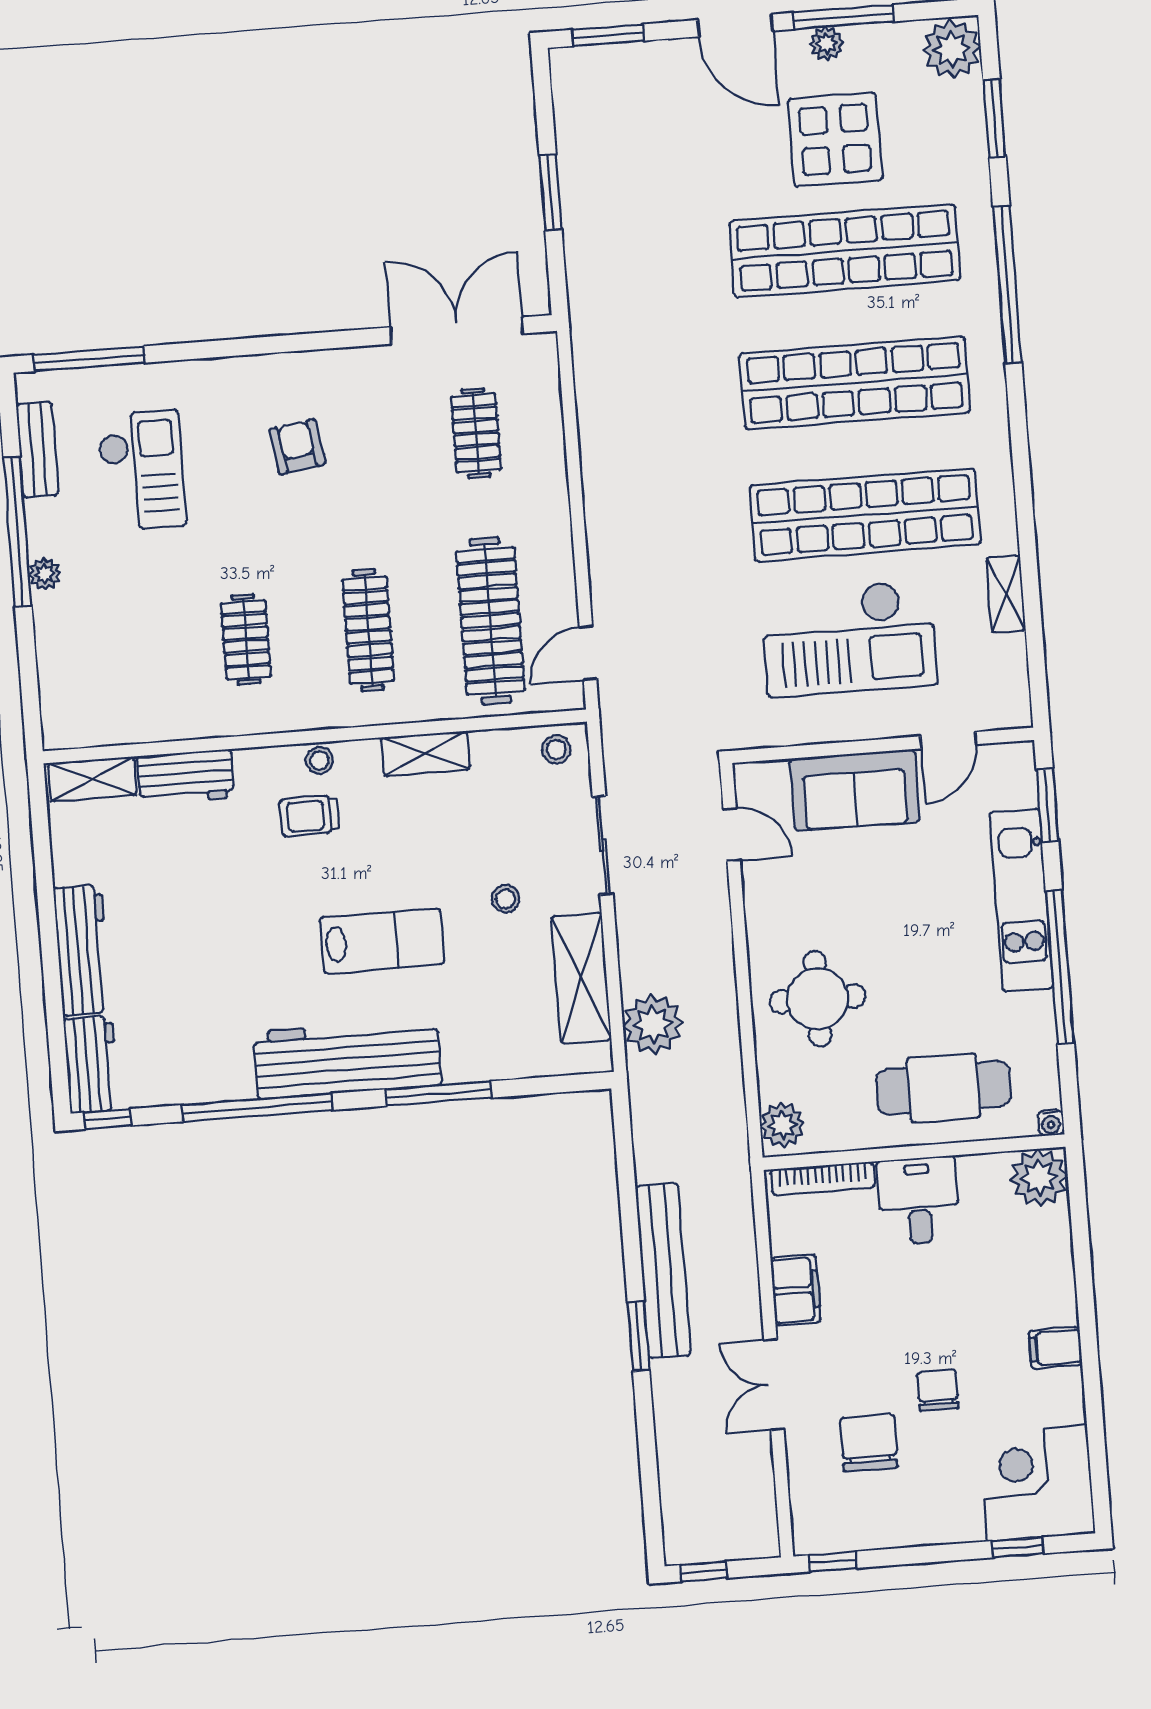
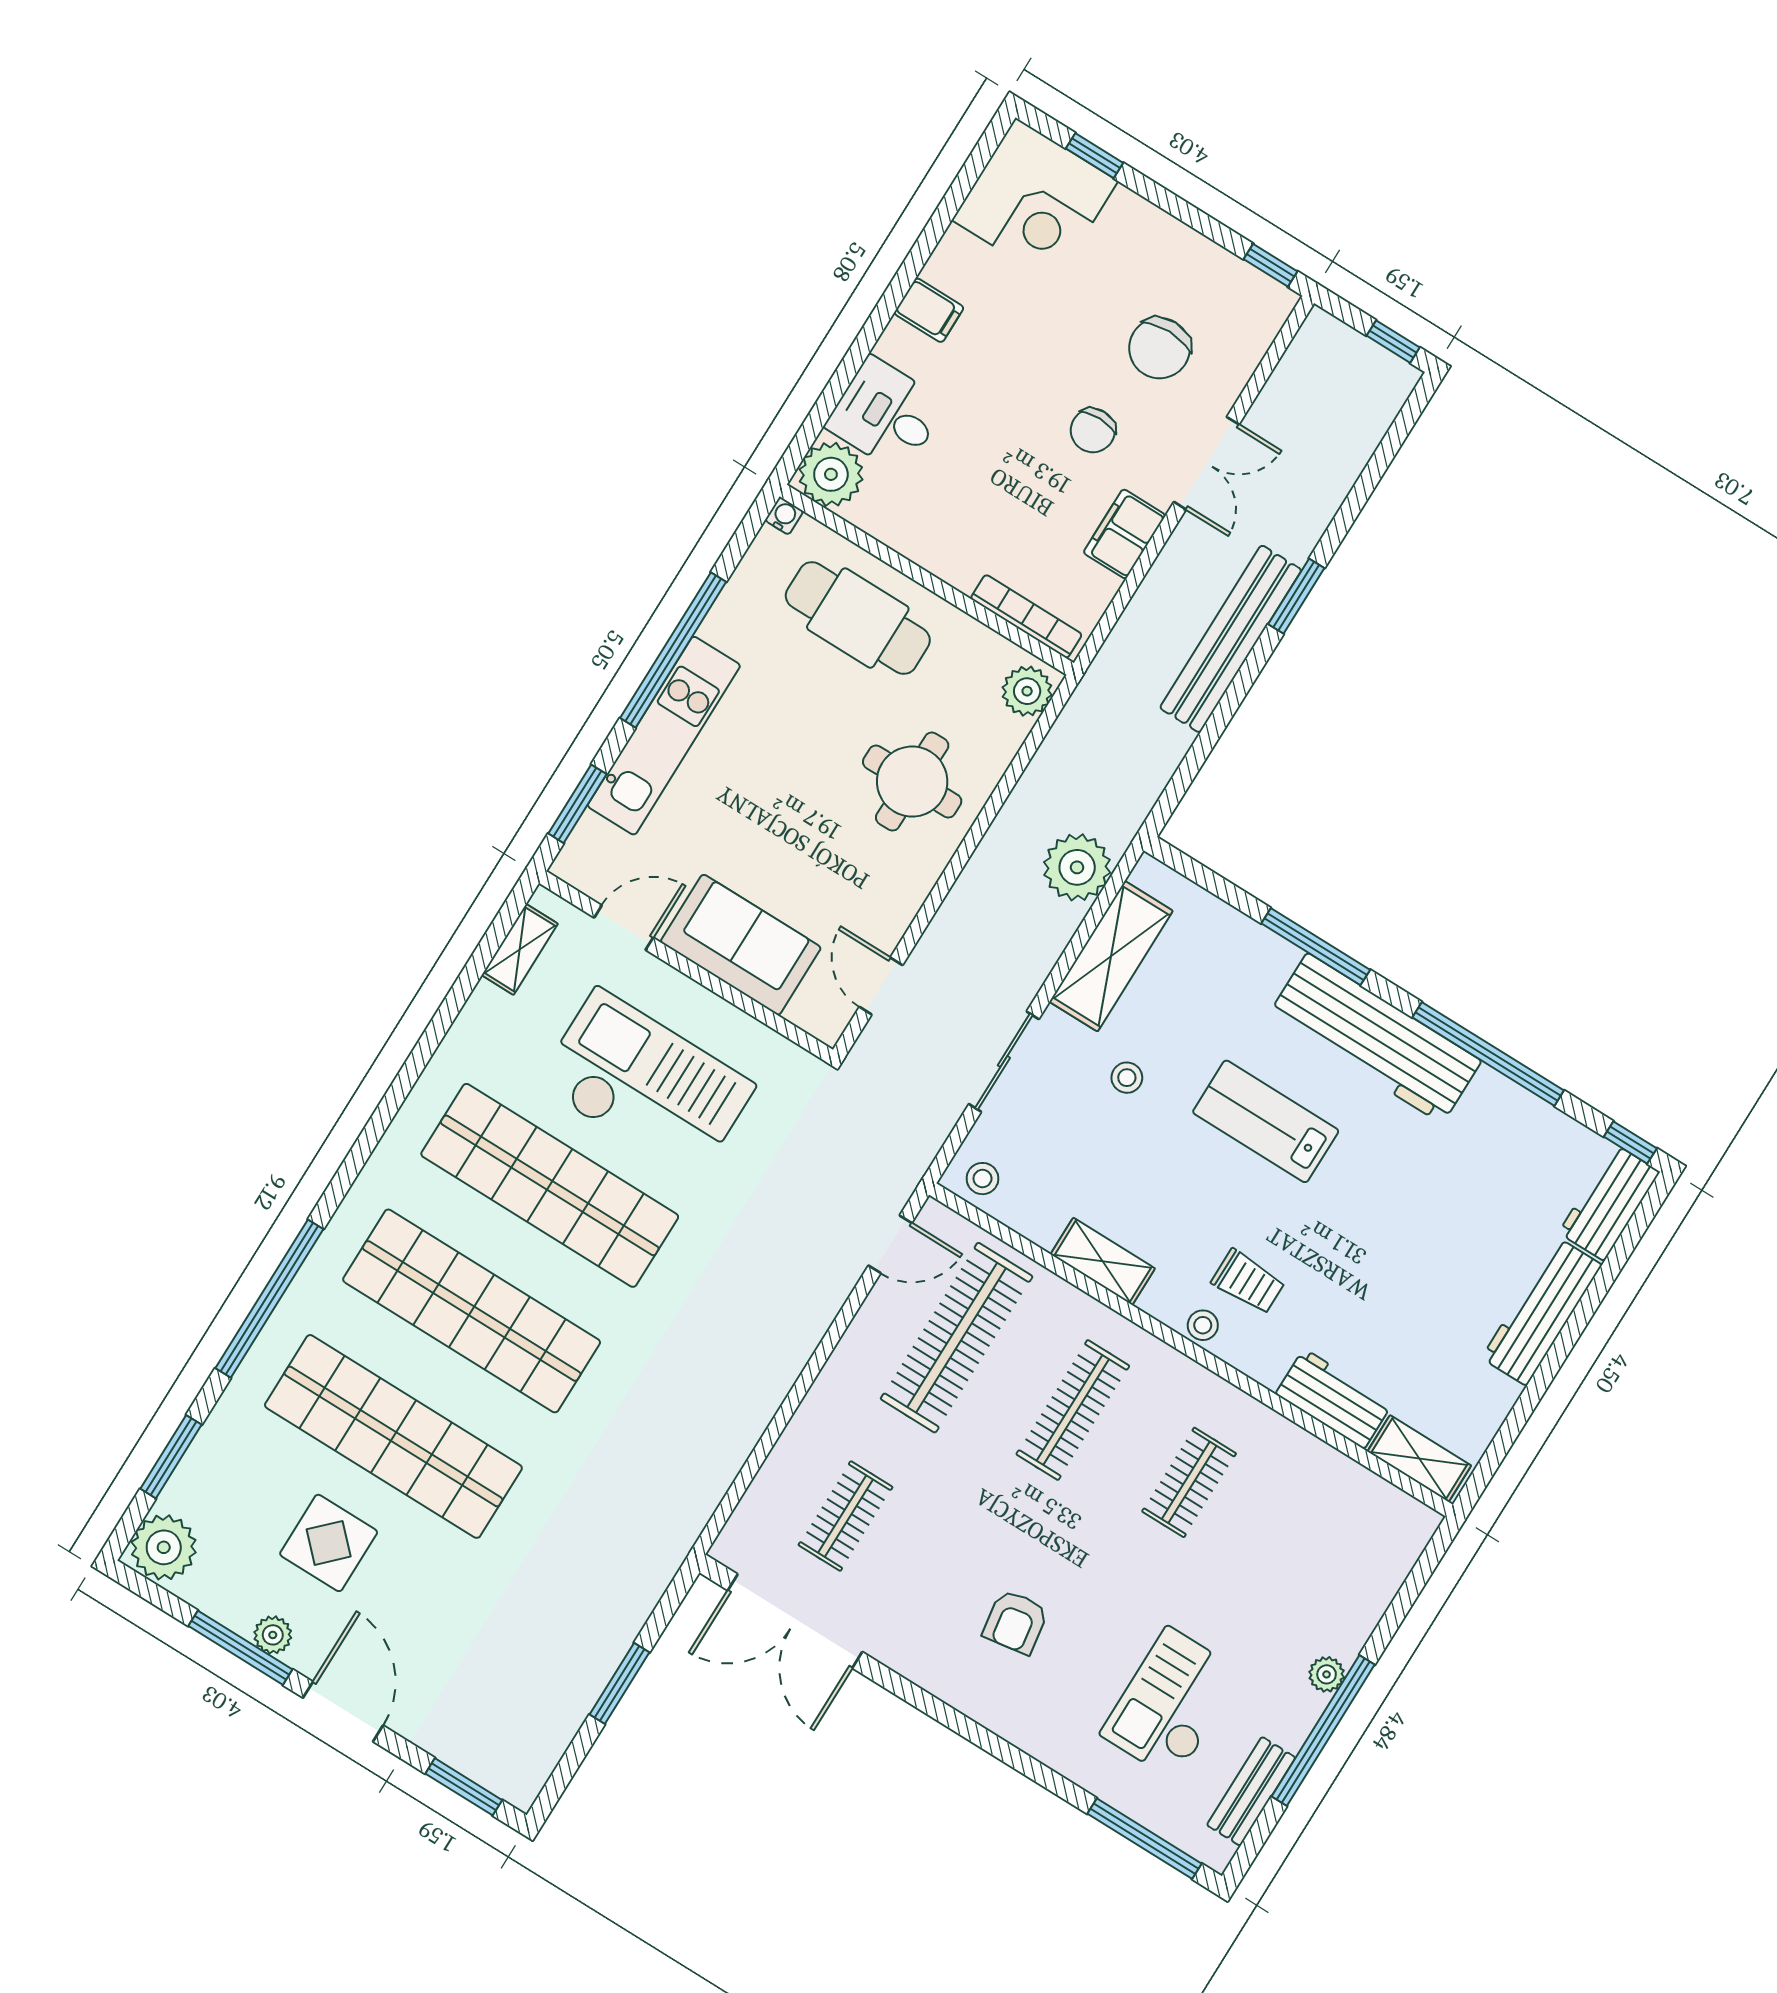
display table: (835, 140) -> (329, 1543), width x0.73, depth x0.73
shelving: (1006, 594) -> (520, 949), moved
desk: (919, 1201) -> (886, 415), moved, turned 90
chair: (938, 1390) -> (1093, 430), moved

